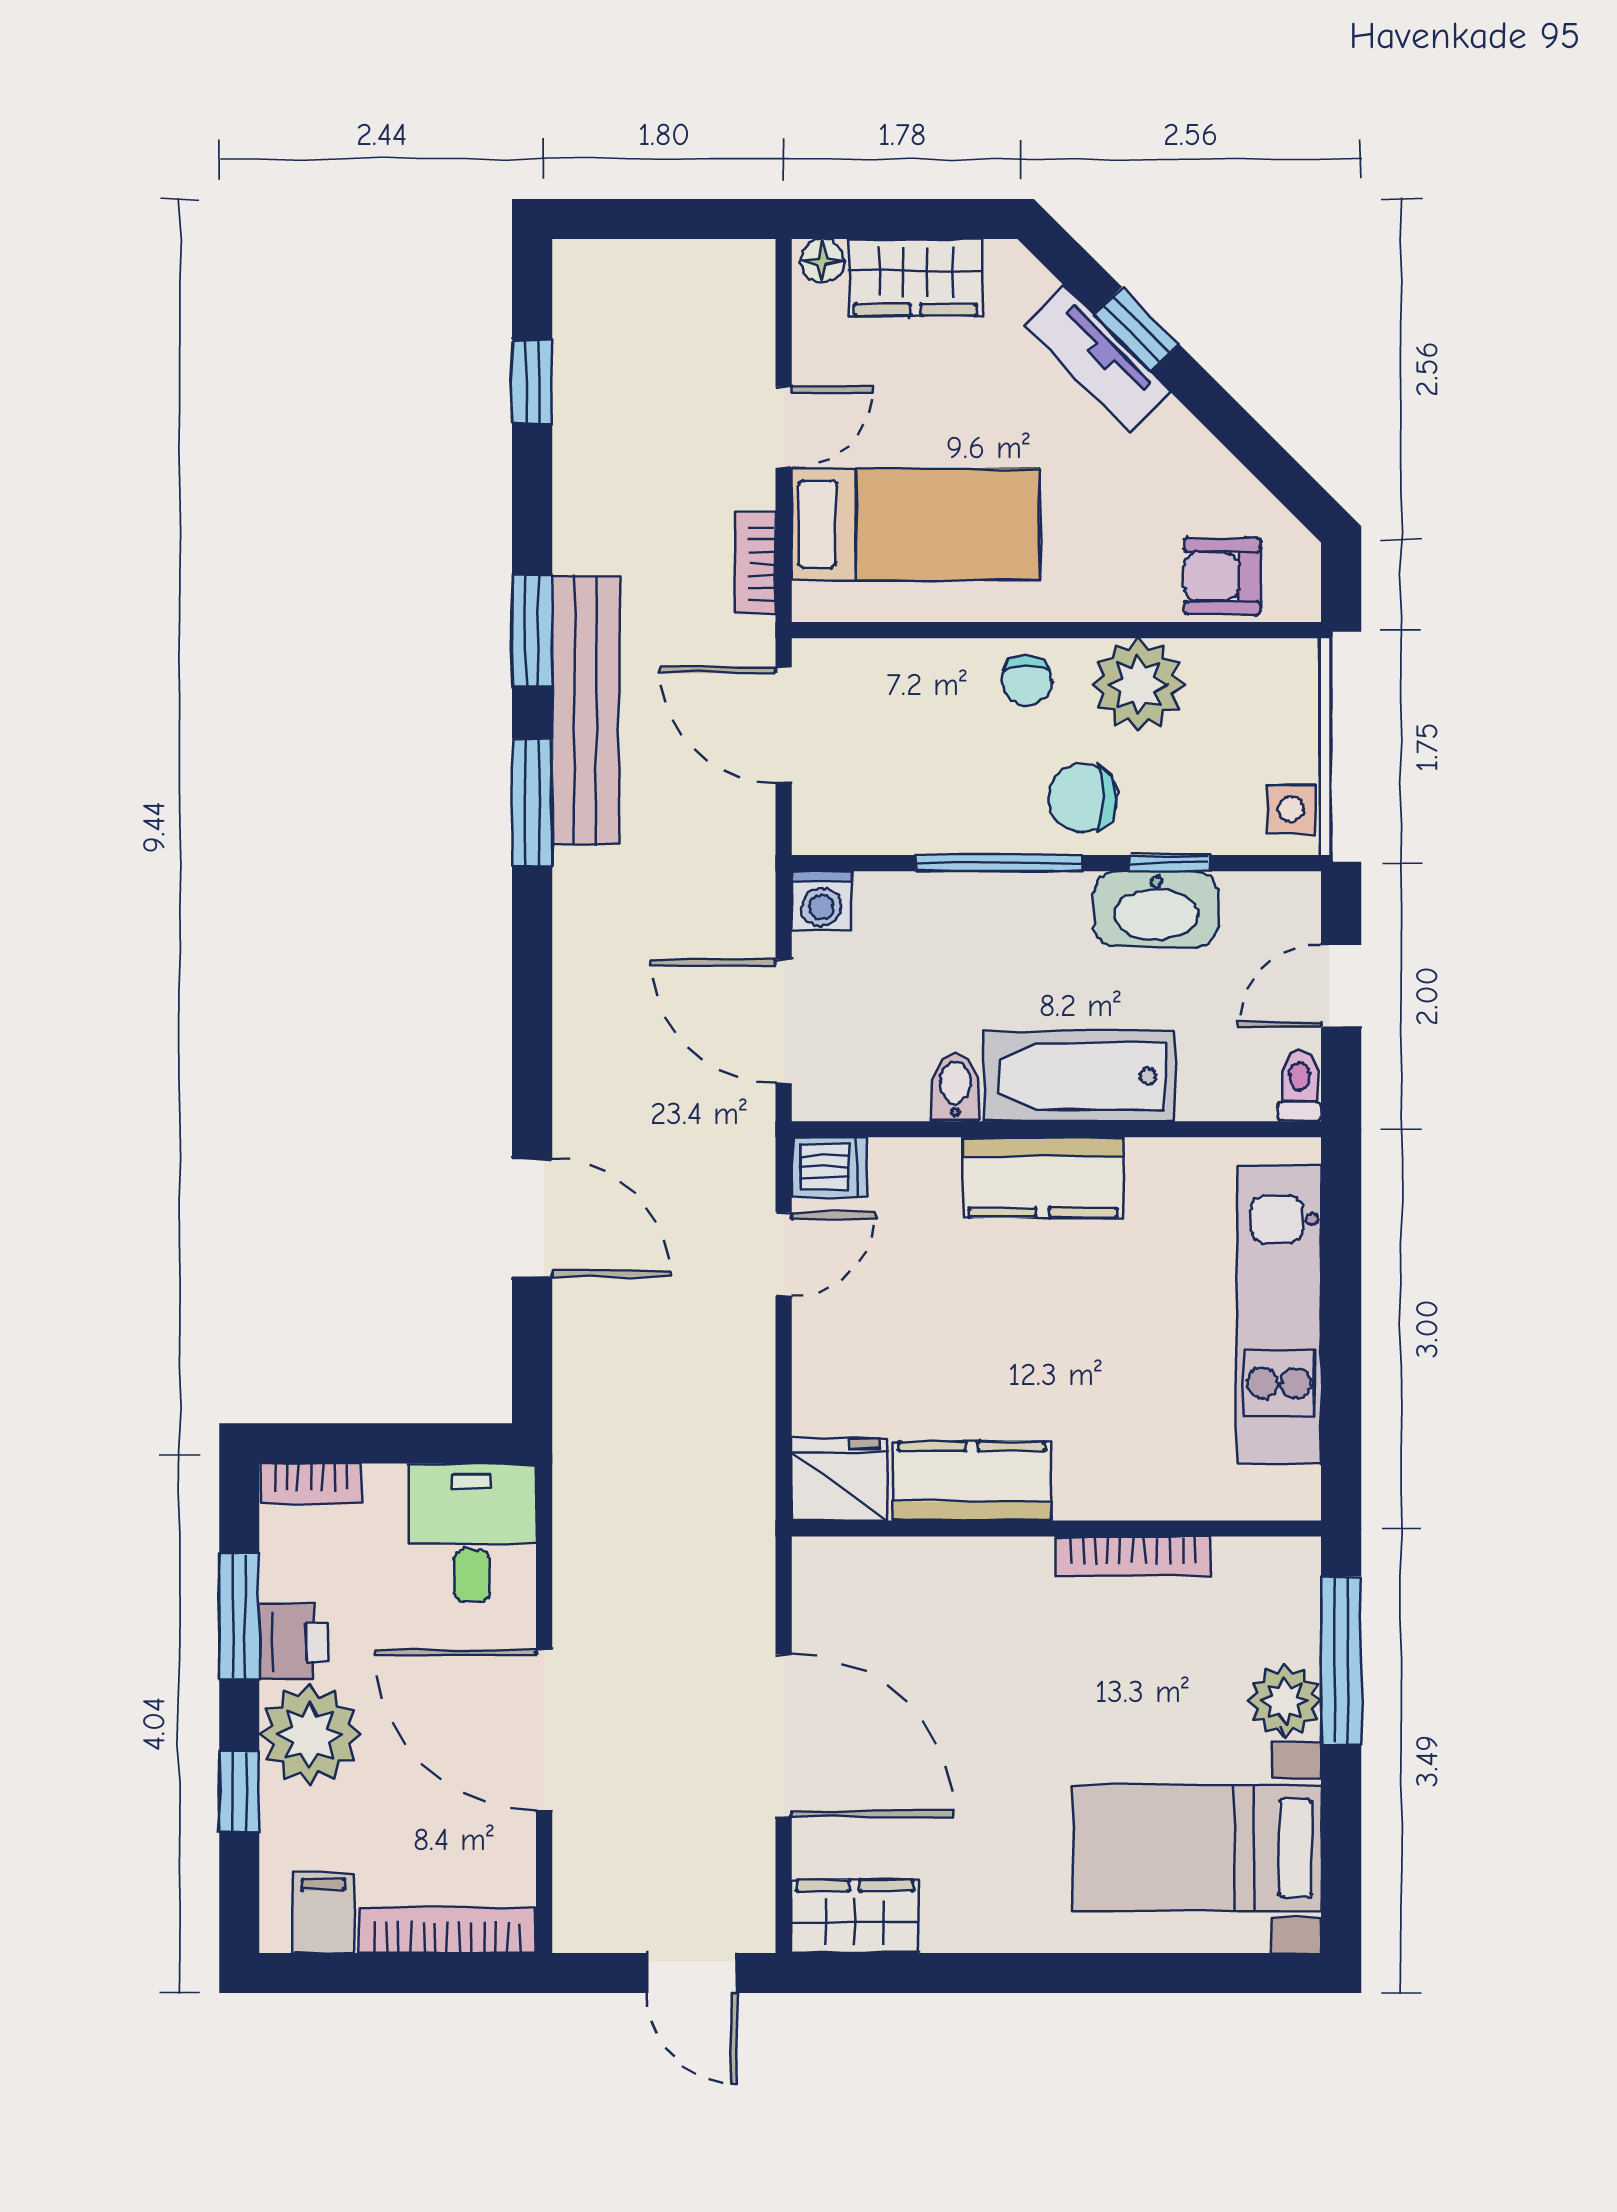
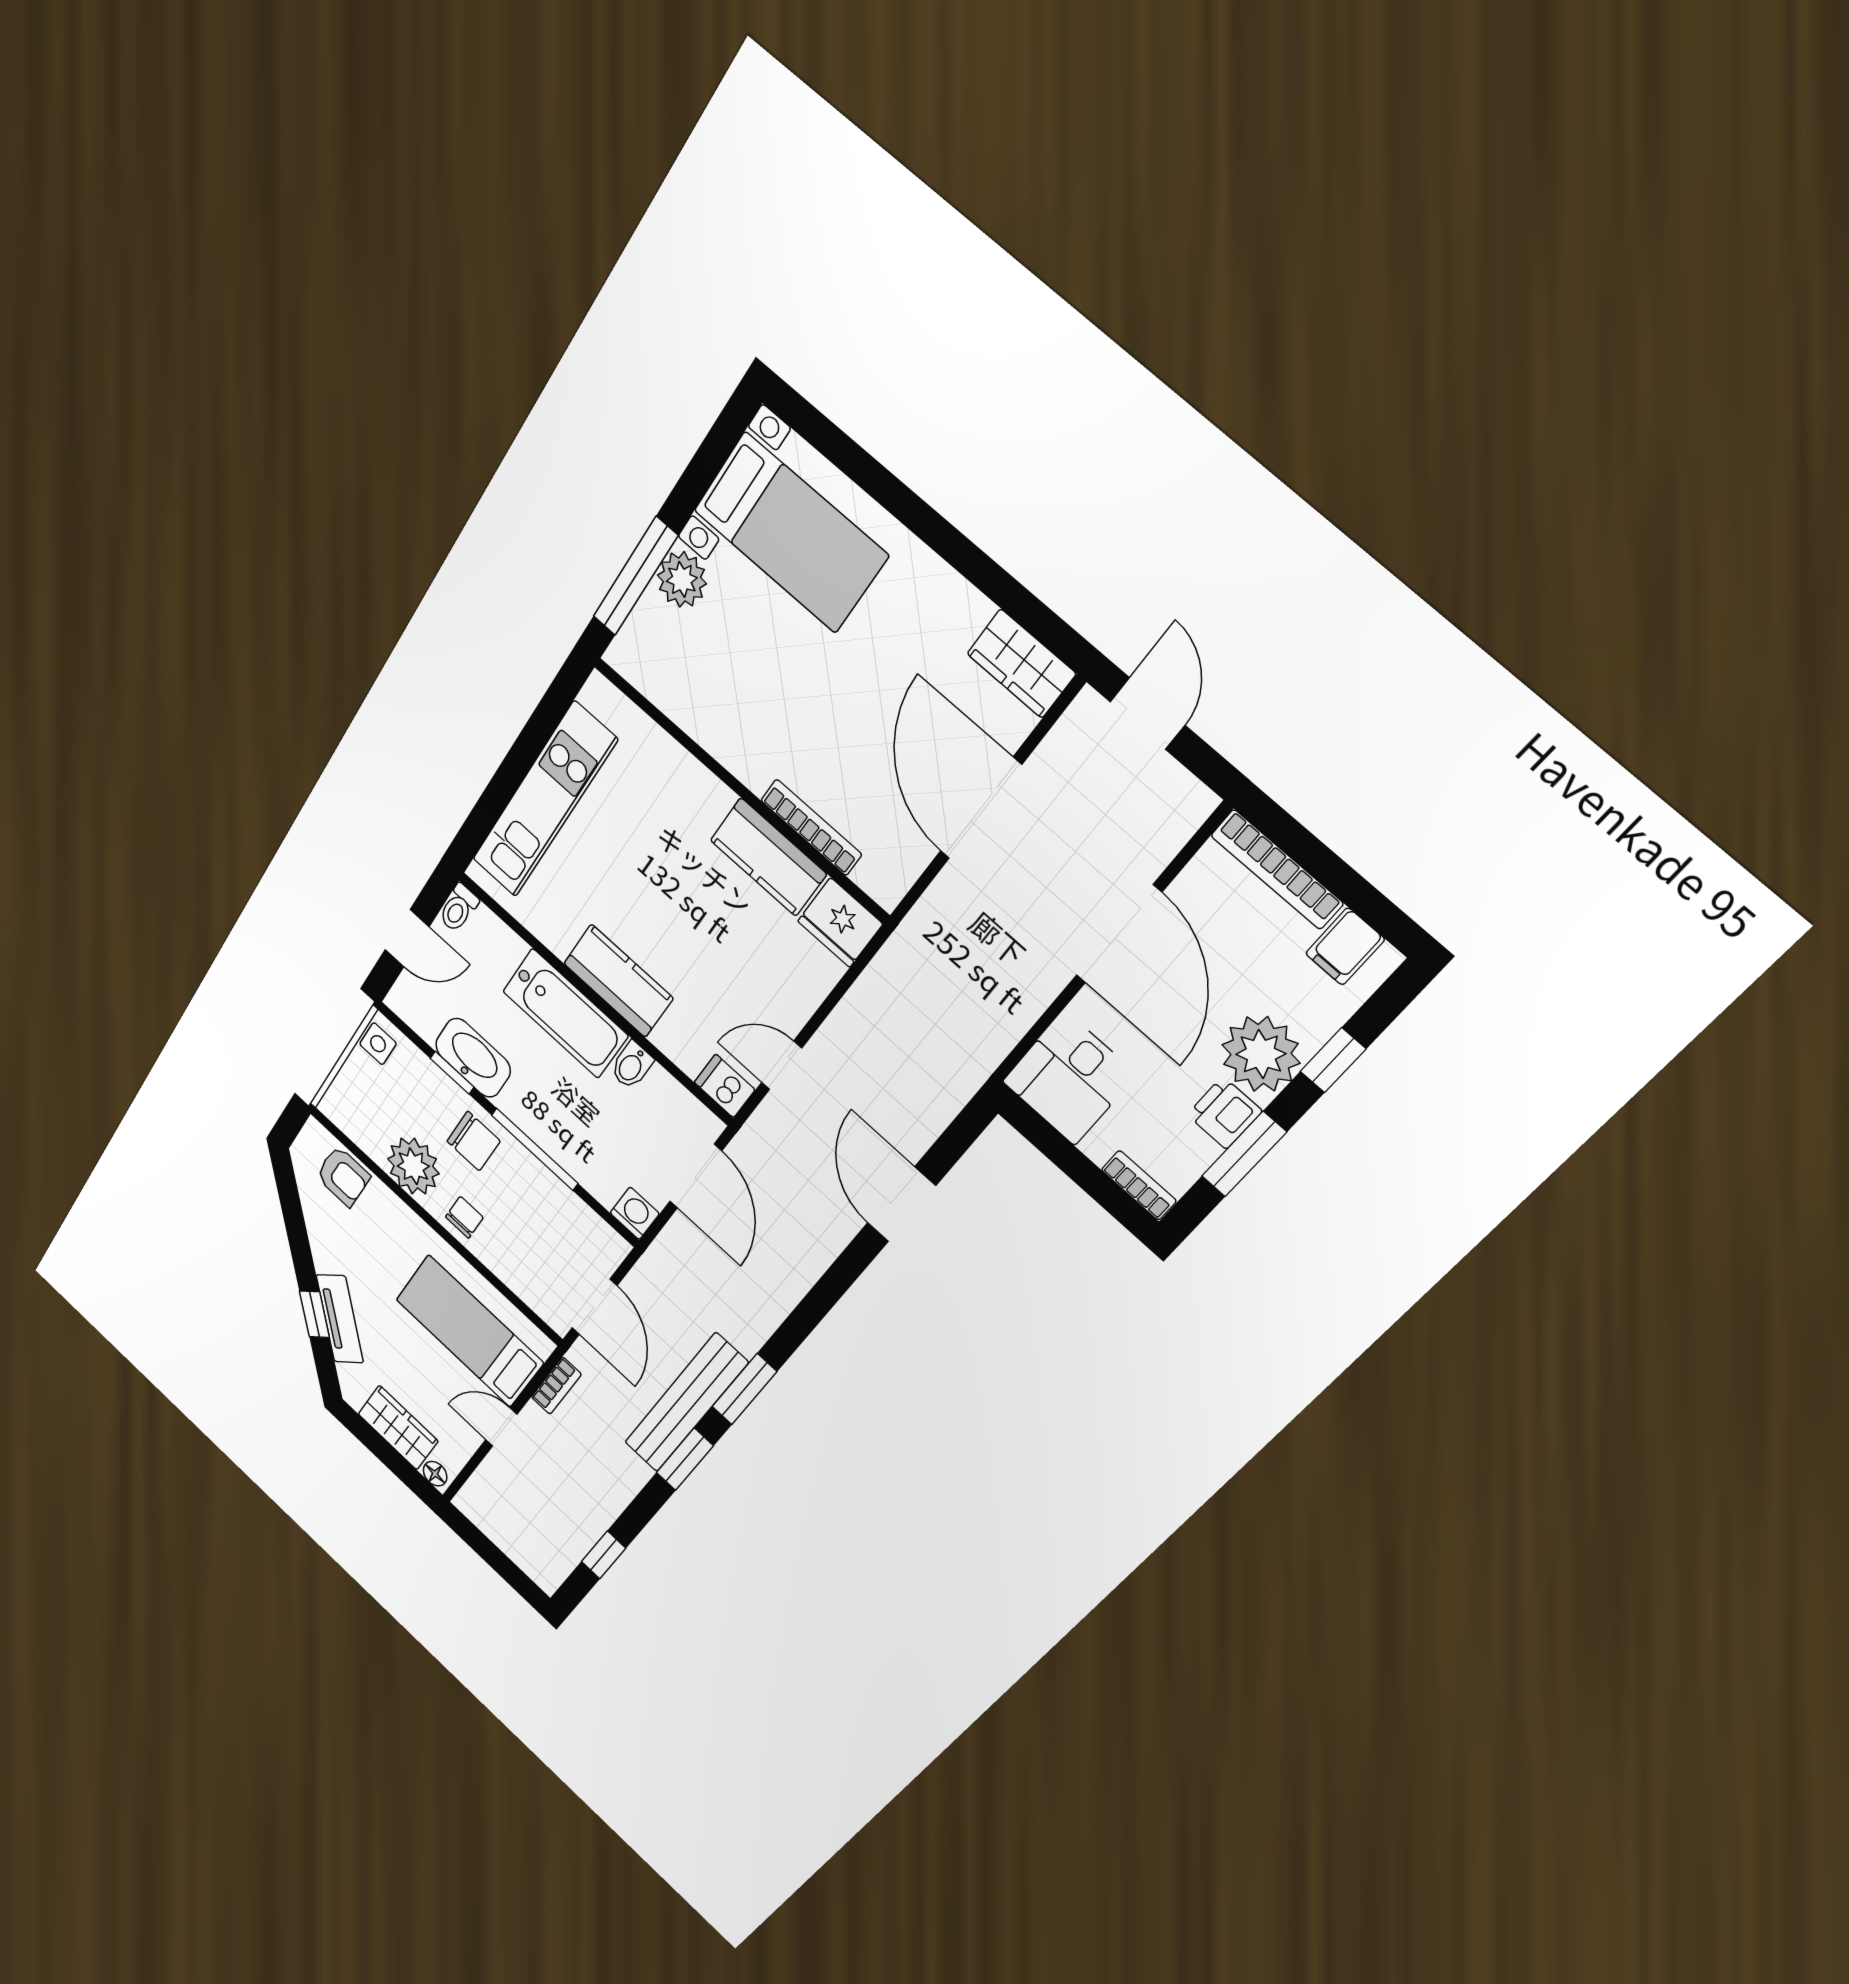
bookcase: (1133, 1556) -> (811, 827), moved

